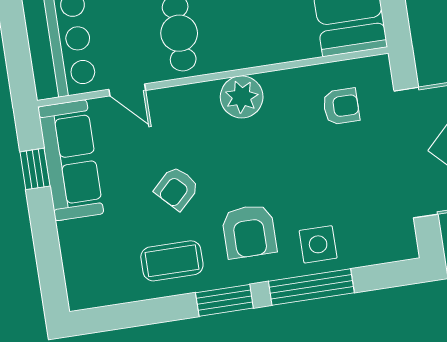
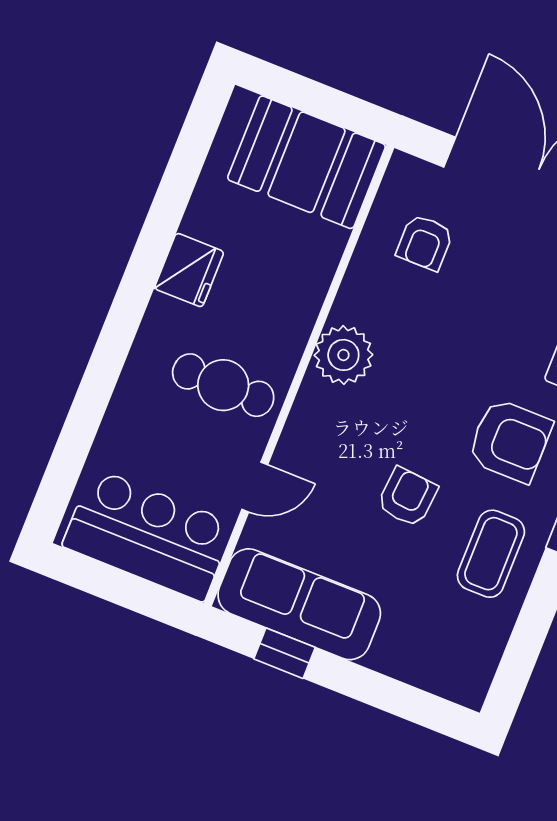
armchair: (341, 106) -> (425, 242), turned 180
armchair: (177, 188) -> (407, 497), turned -131

